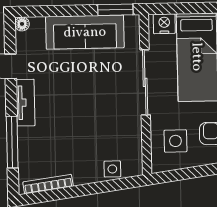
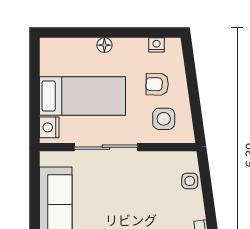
window: (115, 10) -> (34, 175), removed

